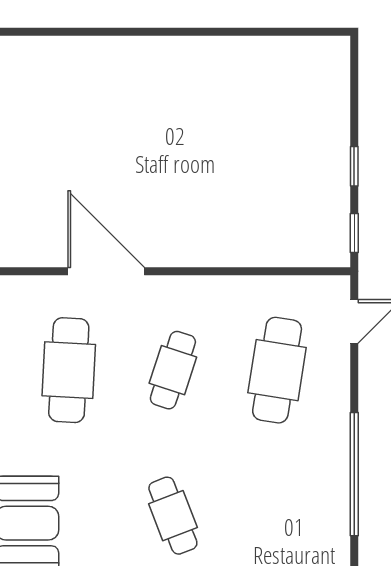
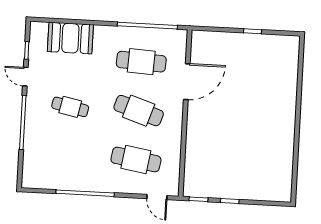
cafe table: (173, 370) -> (139, 111), width x1.37, depth x1.35
cafe table: (173, 516) -> (70, 107), turned 33

